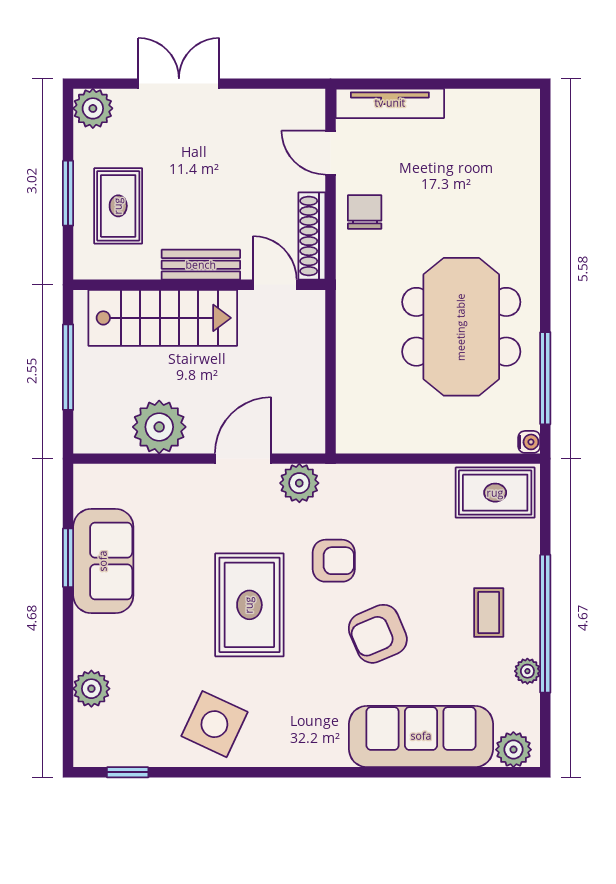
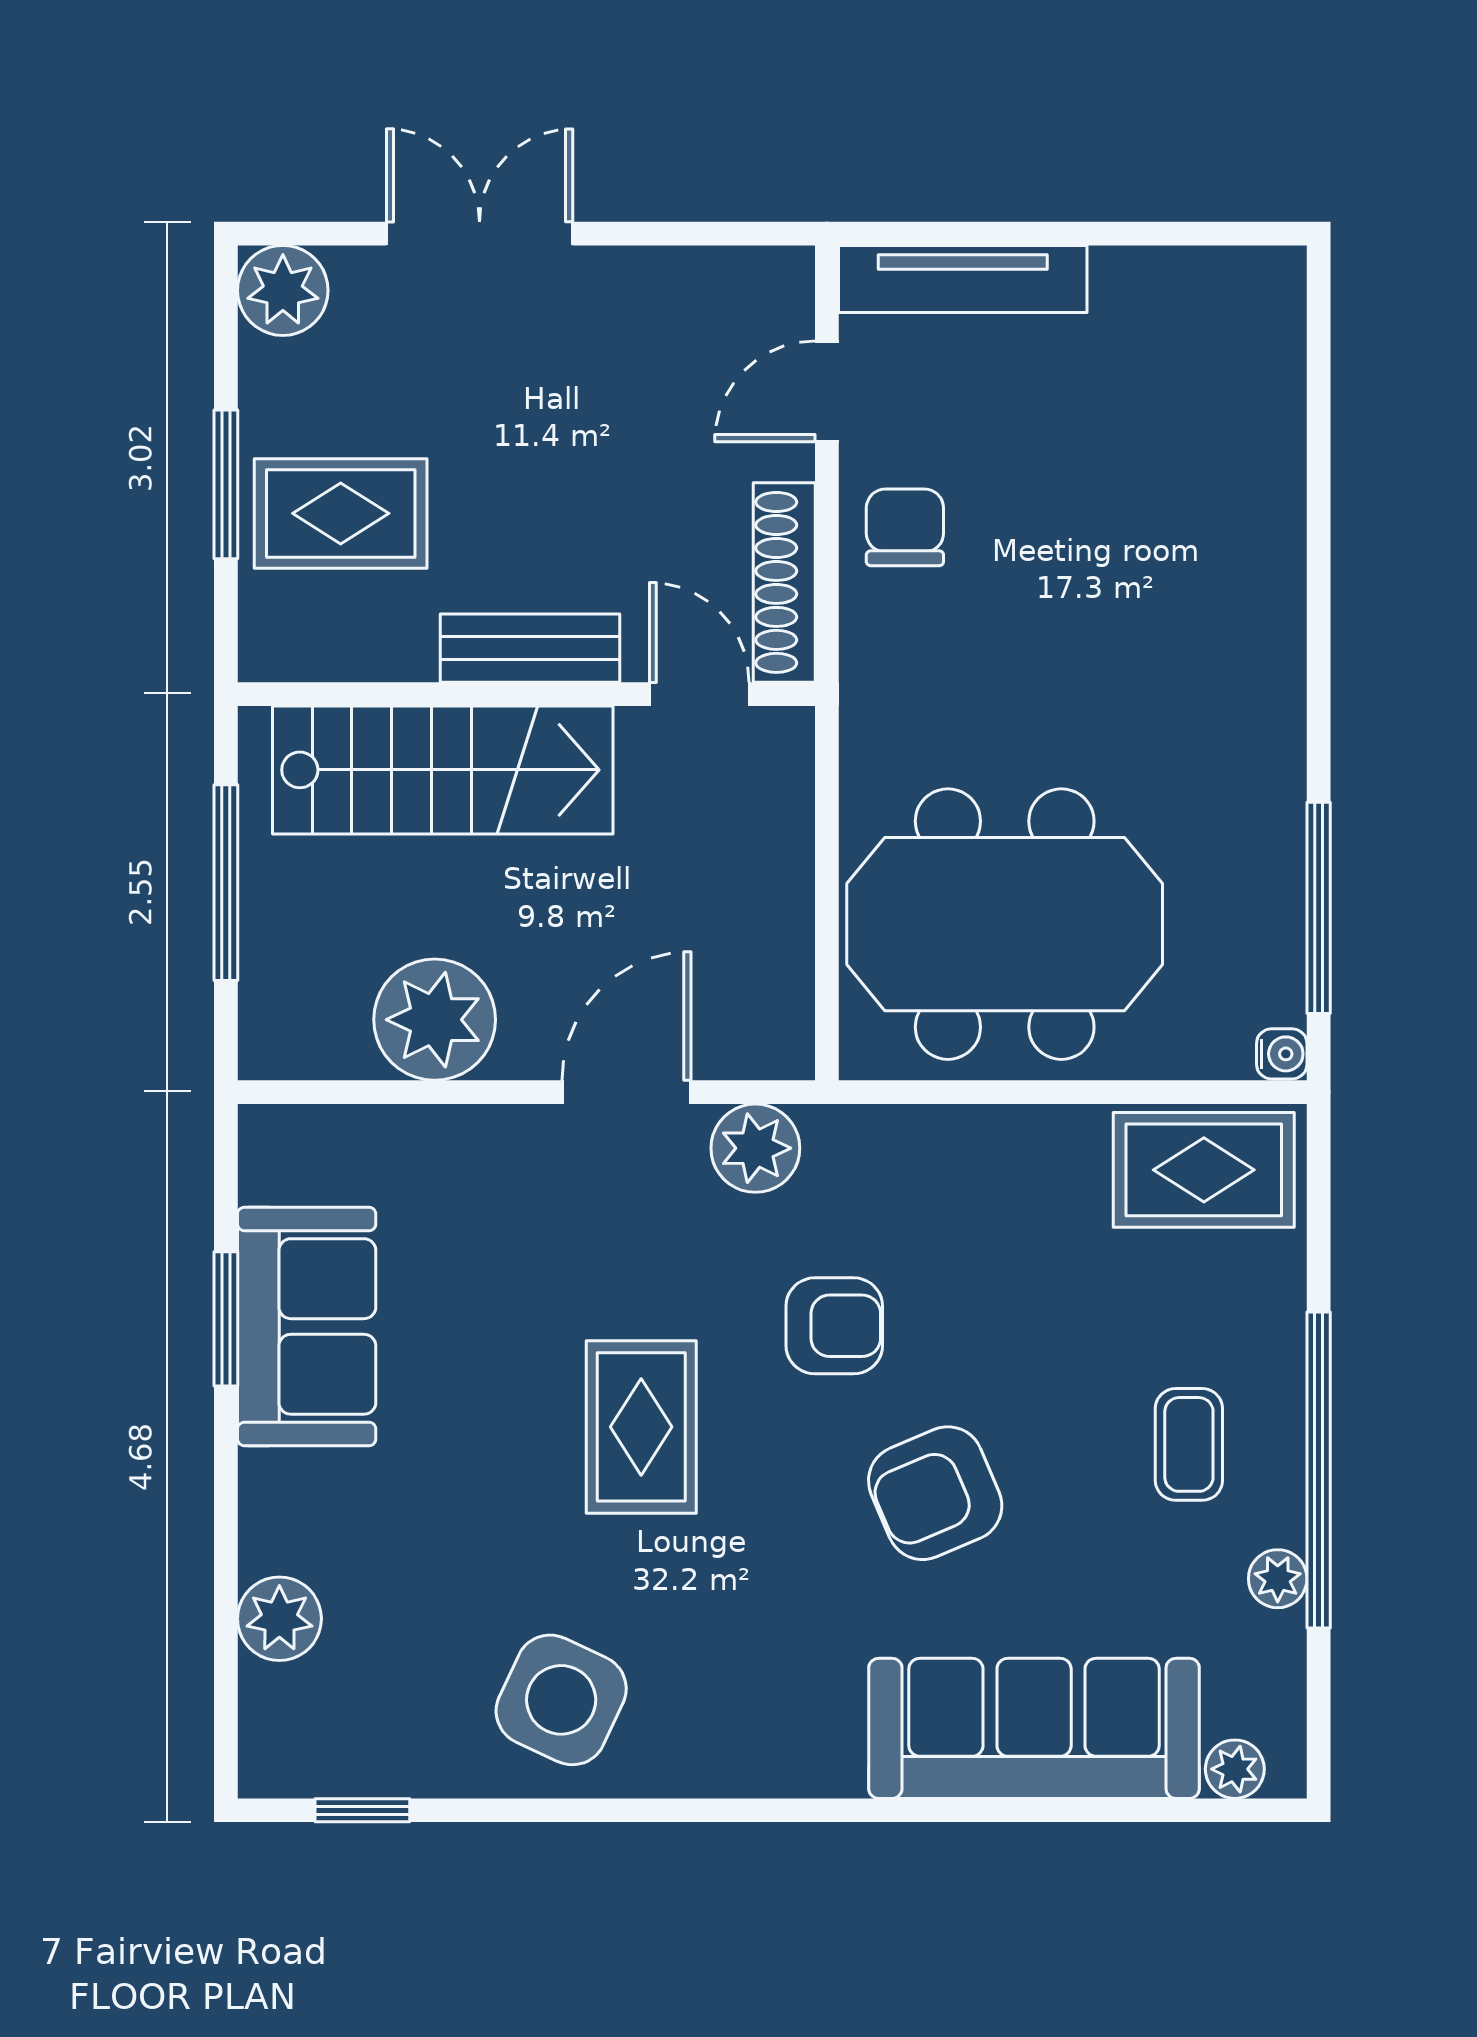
door: (331, 153) -> (827, 391), hinge flipped
rug: (118, 206) -> (341, 513), turned 90
meeting table: (461, 327) -> (1005, 924), moved, turned 90
rug: (249, 605) -> (641, 1427), width x0.73, depth x0.70
plant: (513, 750) -> (1235, 1769), width x0.73, depth x0.73

